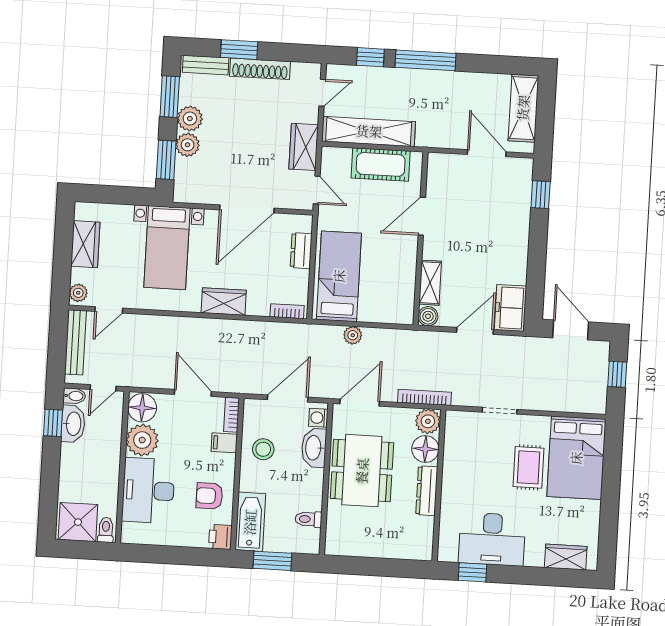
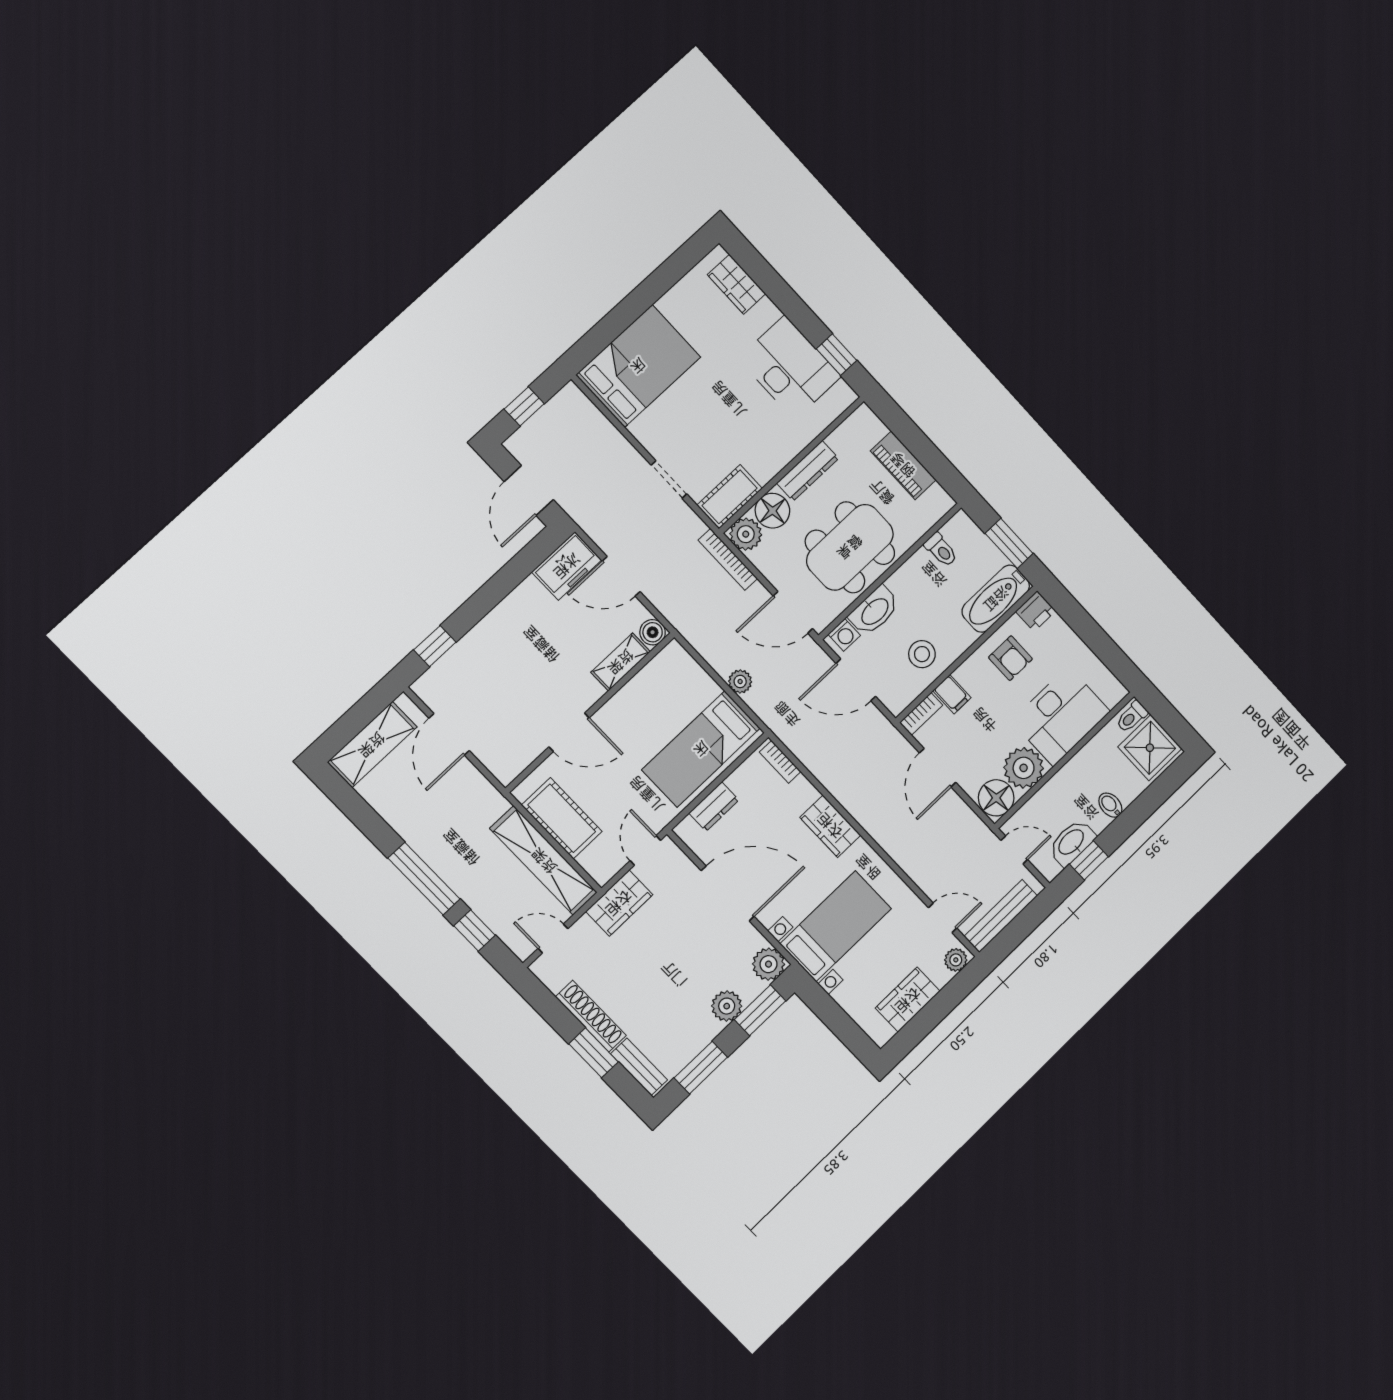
plant: (190, 119) -> (769, 964), moved
bidet: (74, 396) -> (1110, 805), moved
cot: (457, 434) -> (730, 497), added
rug: (529, 467) -> (692, 401), removed
piano: (375, 546) -> (903, 465), added

